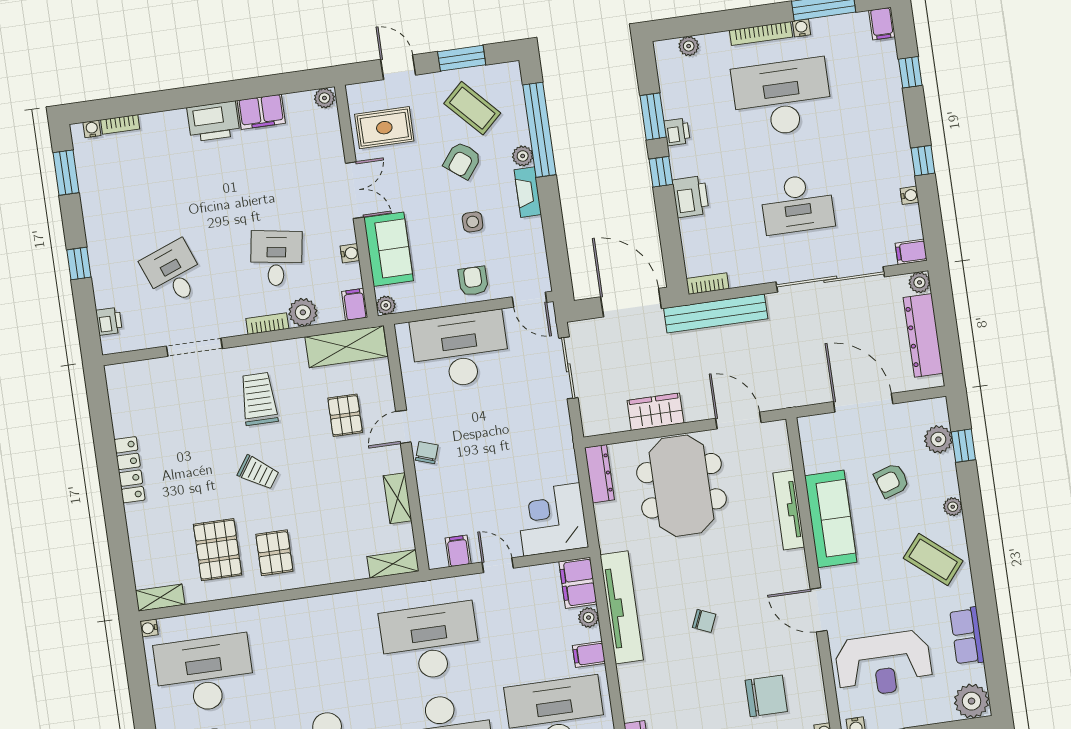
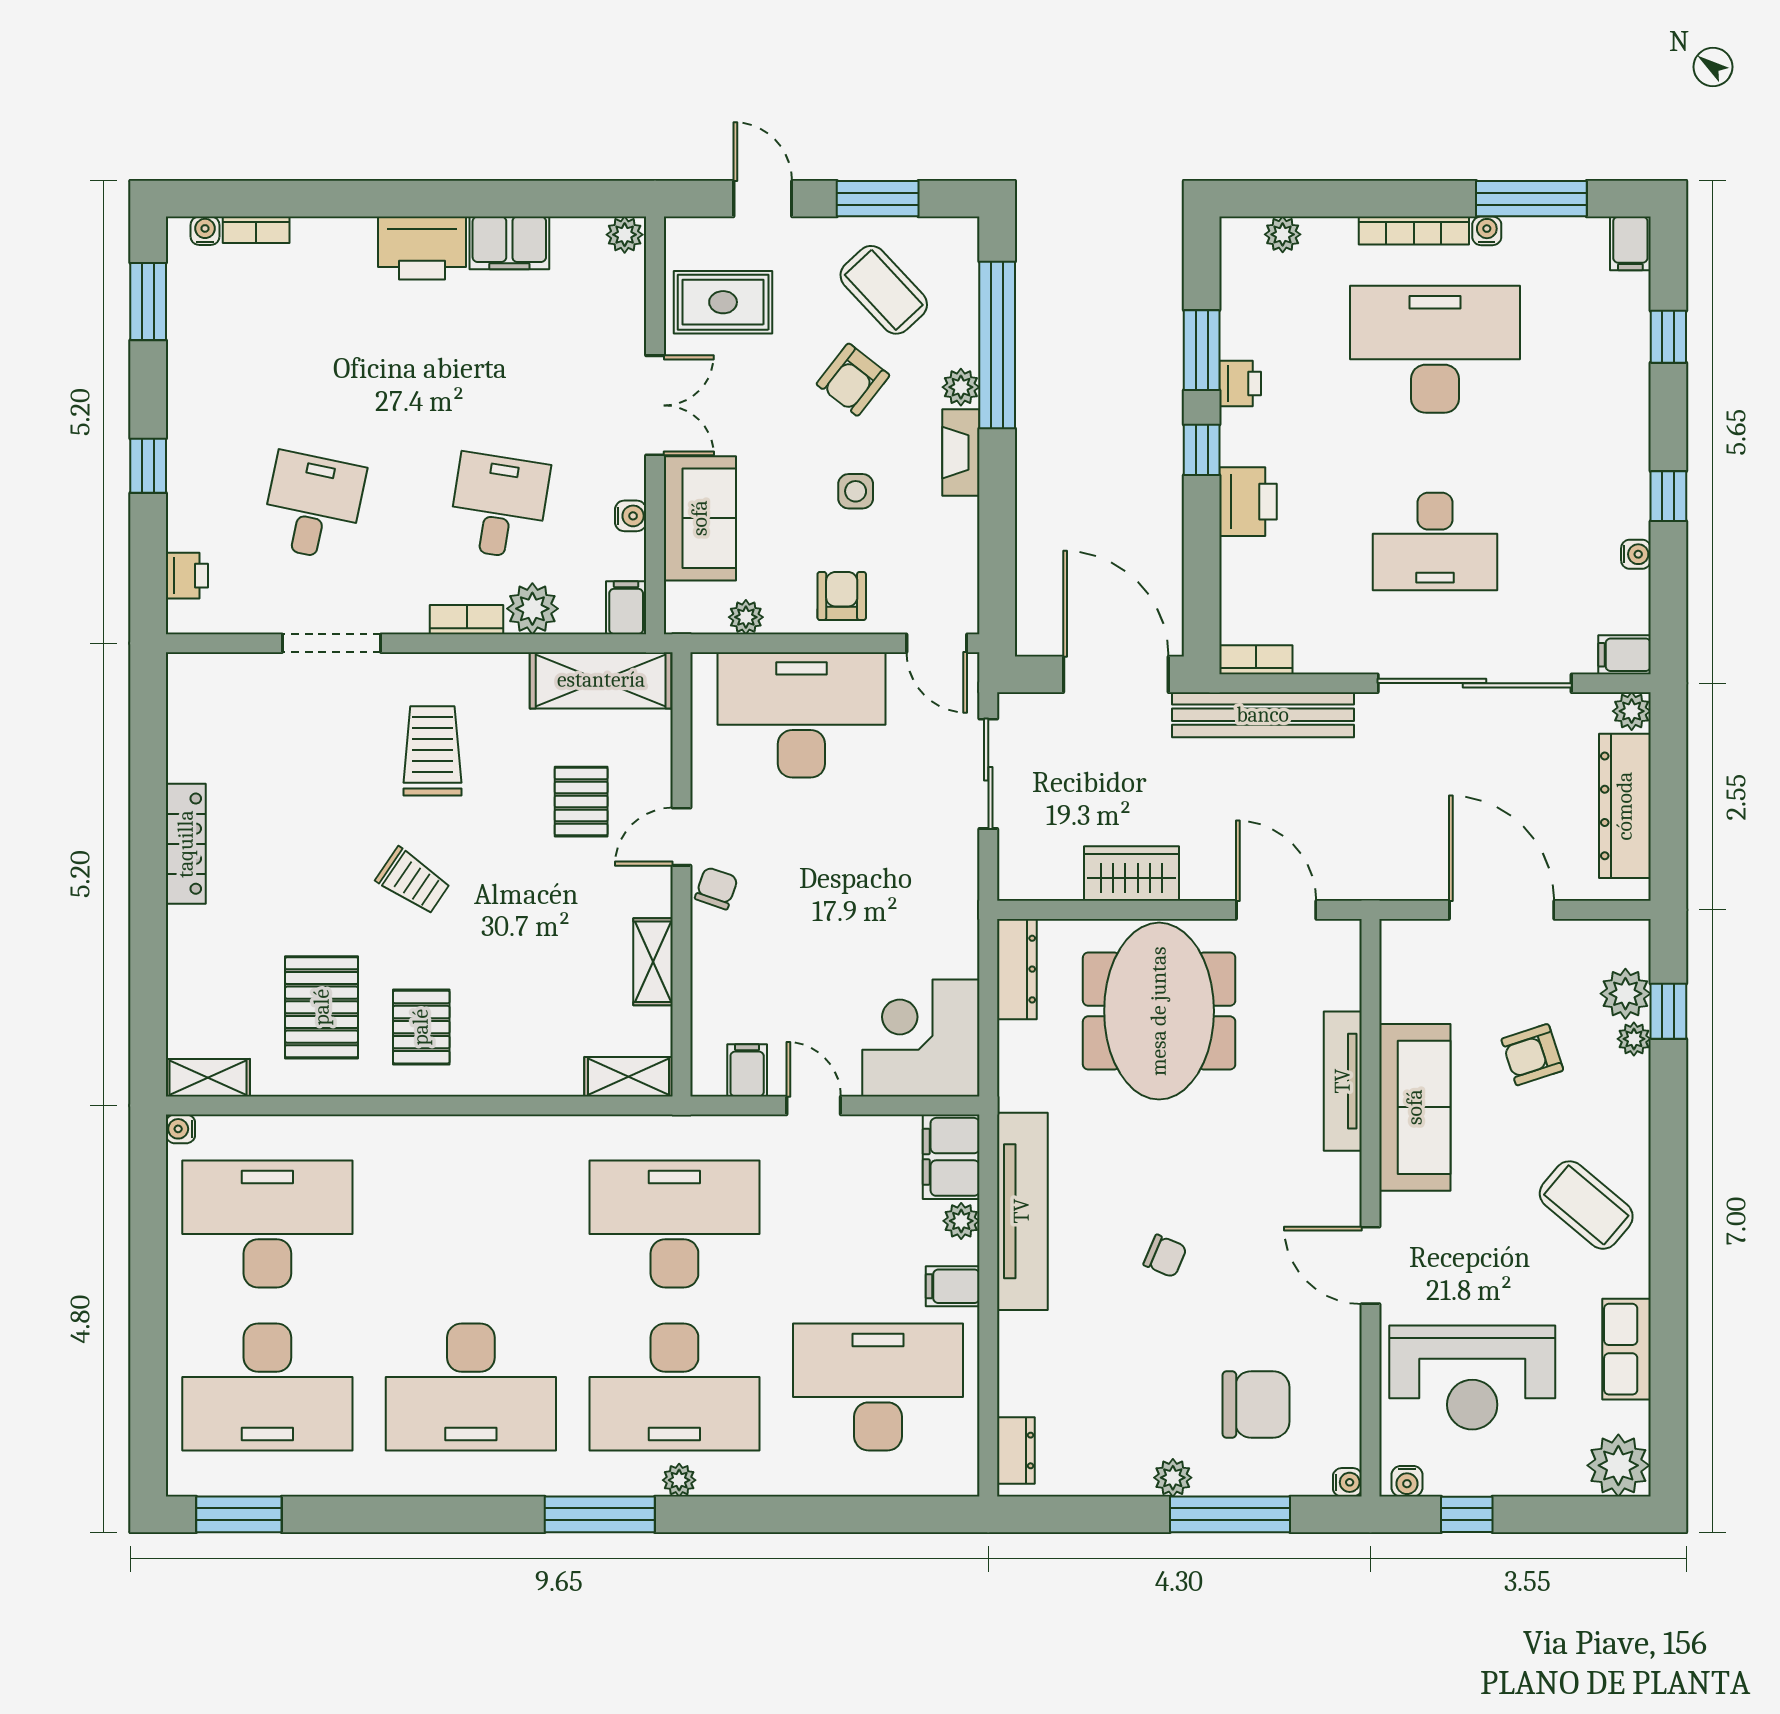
desk: (173, 273) -> (313, 506), turned 33
plant: (386, 305) -> (746, 617), moved
plant: (953, 507) -> (1634, 1039), moved

